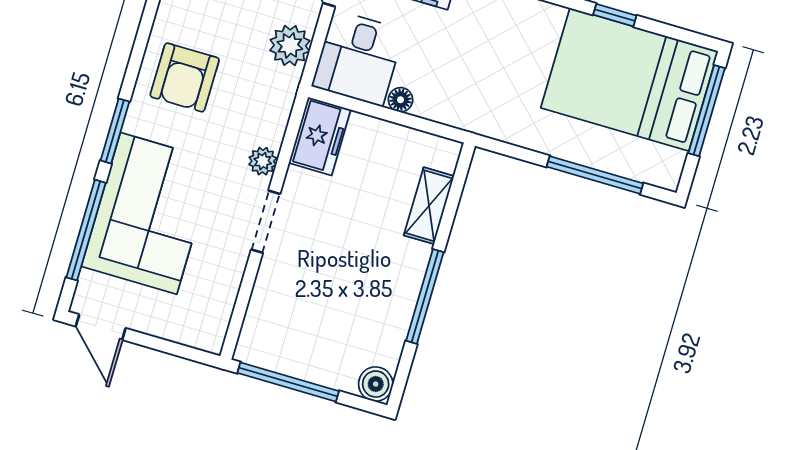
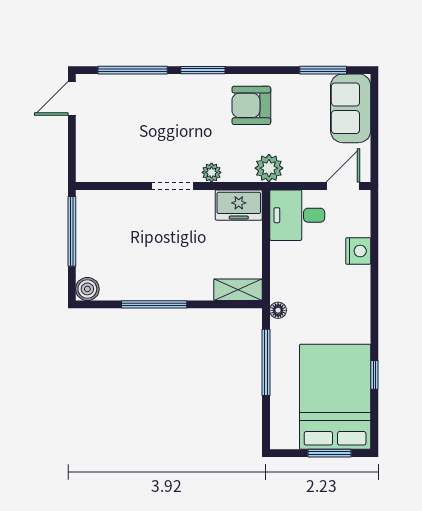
plant: (290, 45) -> (269, 168), moved
floor lamp: (400, 100) -> (278, 310), moved
window: (707, 111) -> (329, 453), width x0.69
window: (595, 175) -> (266, 362), moved
shelving: (429, 206) -> (238, 290), moved
corner sofa: (149, 213) -> (156, 108), removed

